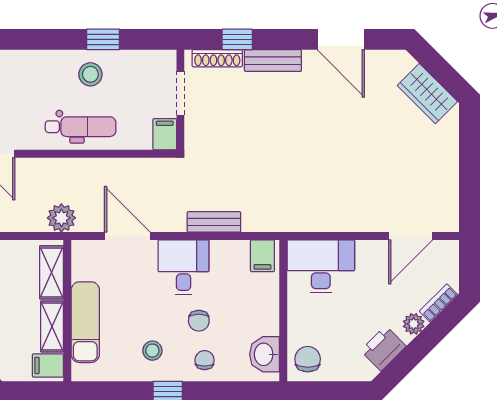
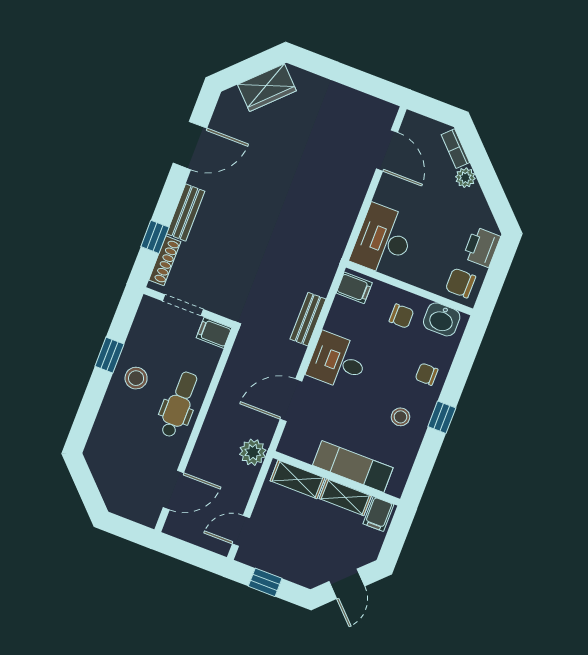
chair: (199, 321) -> (401, 316), moved
printer: (383, 348) -> (482, 247), moved, turned 45

